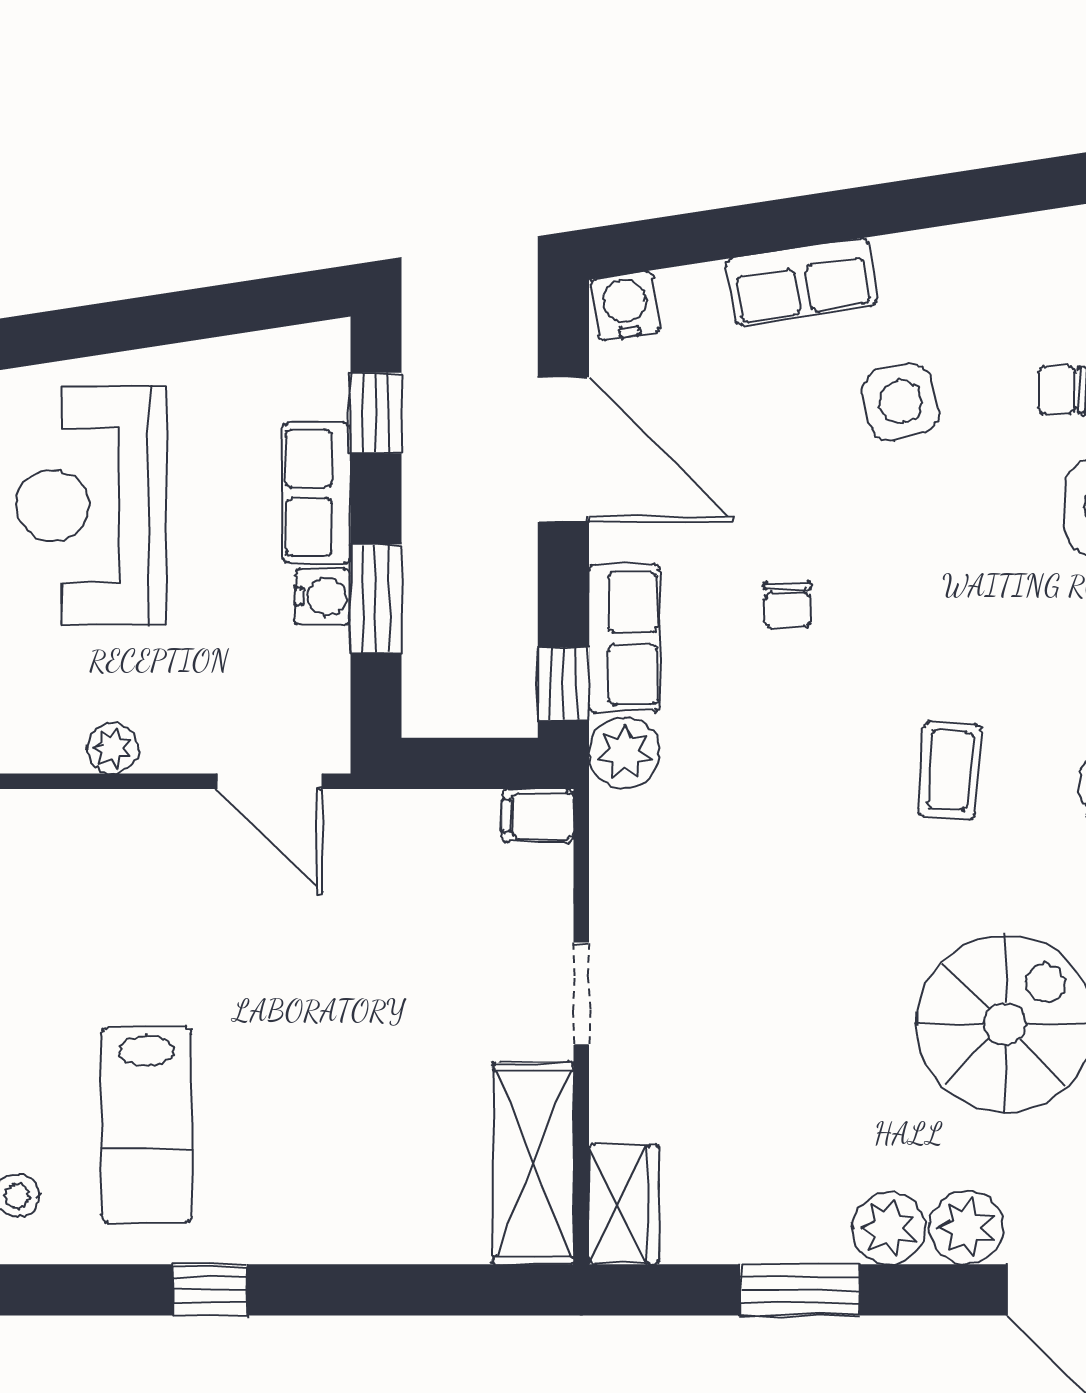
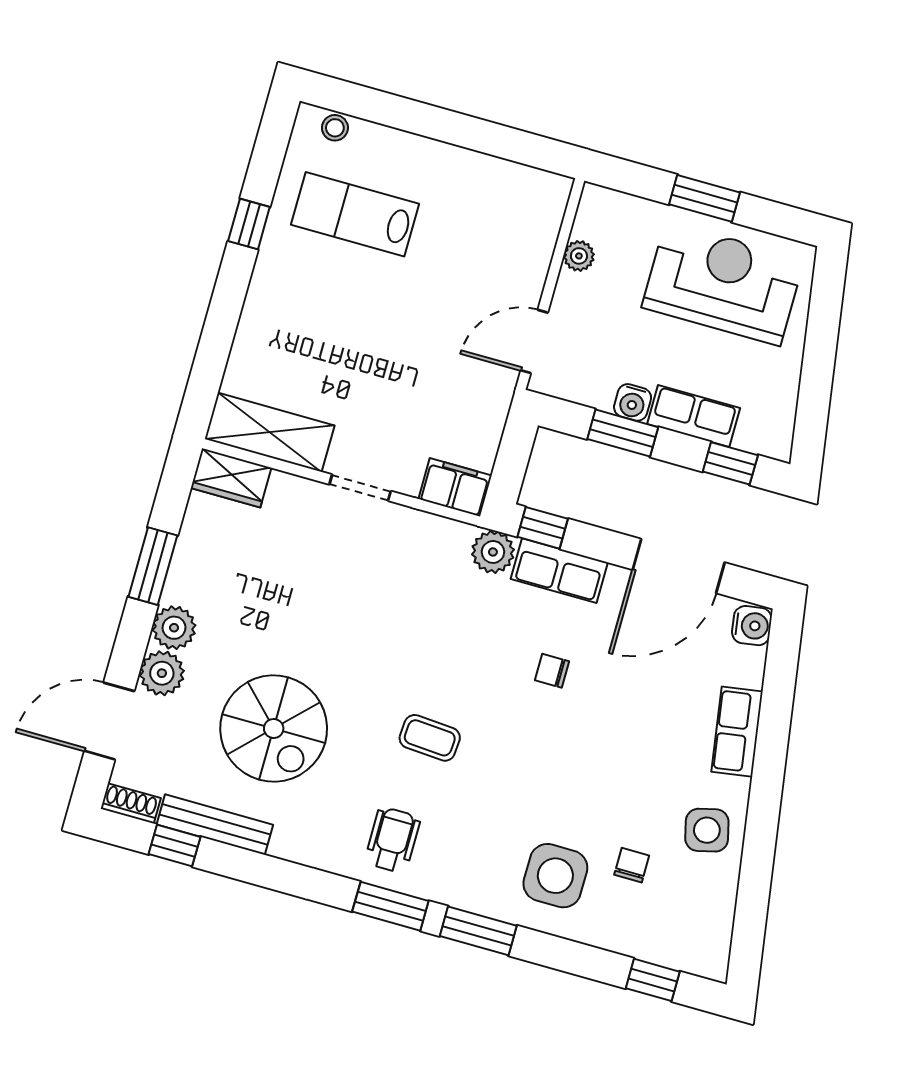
side table: (901, 402) -> (707, 830), moved
filing cabinet: (538, 816) -> (455, 487), width x2.00

